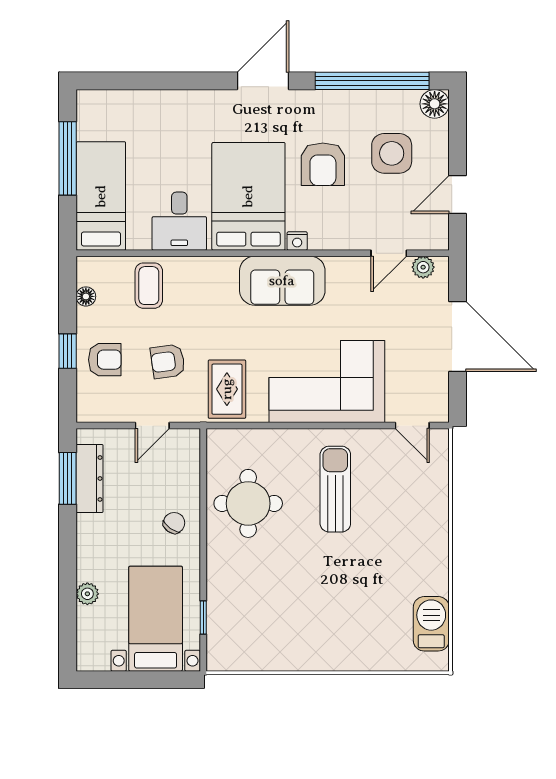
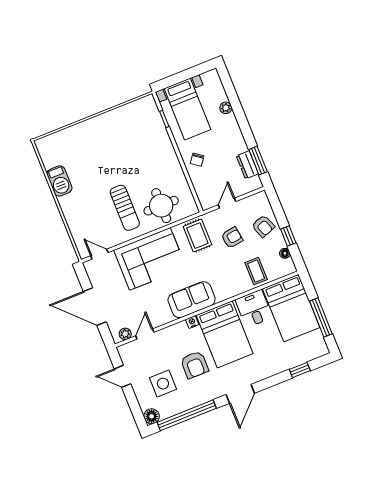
window: (142, 81) -> (300, 370), added
armchair: (323, 164) -> (195, 365), turned 180
door: (458, 195) -> (123, 376), swing flipped
bed: (101, 196) -> (291, 308), width x1.50
window: (68, 351) -> (288, 236), moved
armchair: (105, 360) -> (263, 226), turned -111
dresser: (90, 478) -> (247, 165), width x0.70
round table: (248, 503) -> (161, 206), moved
barbecue: (431, 624) -> (59, 181), moved

